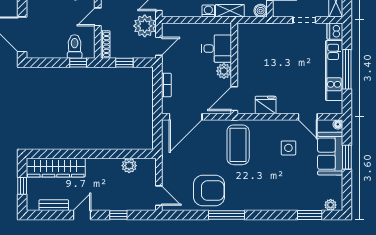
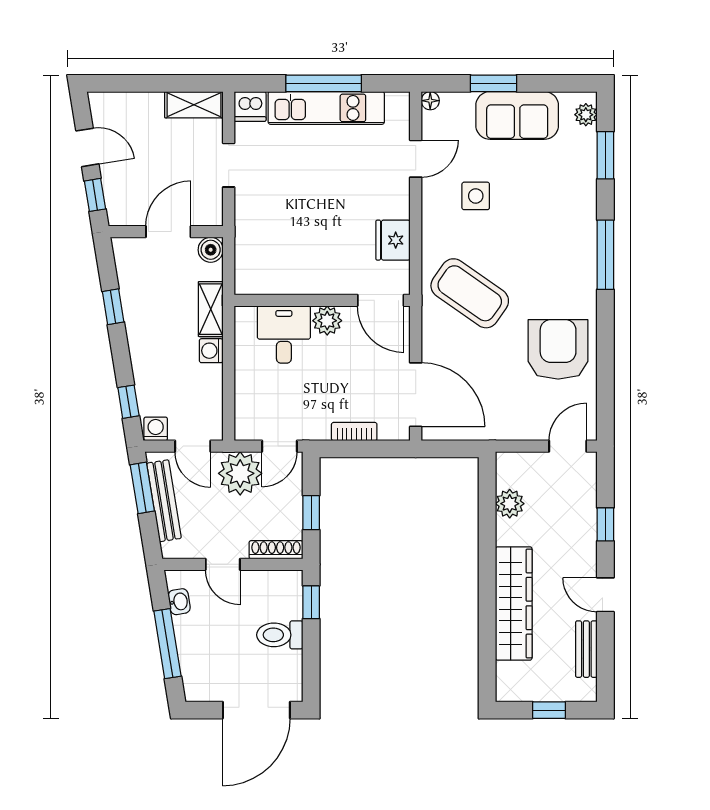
toilet: (75, 46) -> (280, 635), moved
door: (159, 46) -> (280, 446), swing flipped
coffee table: (238, 145) -> (470, 293), turned 35
sofa: (330, 154) -> (517, 115), moved
wardrobe: (56, 168) -> (514, 603), moved
window: (227, 215) -> (605, 255), moved

